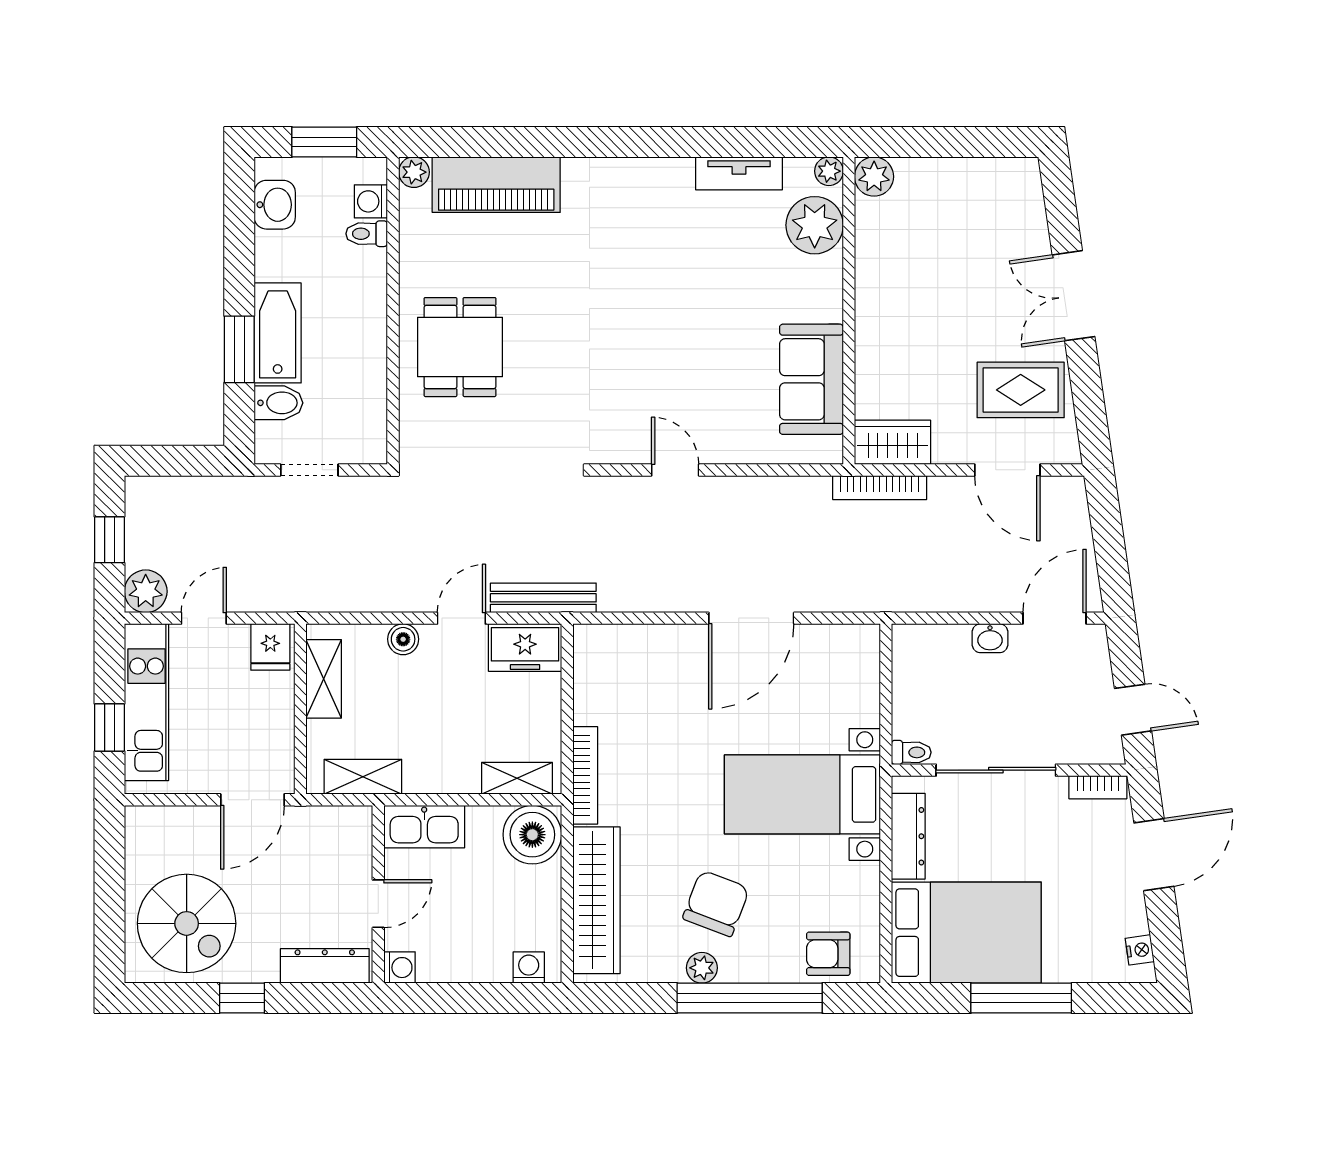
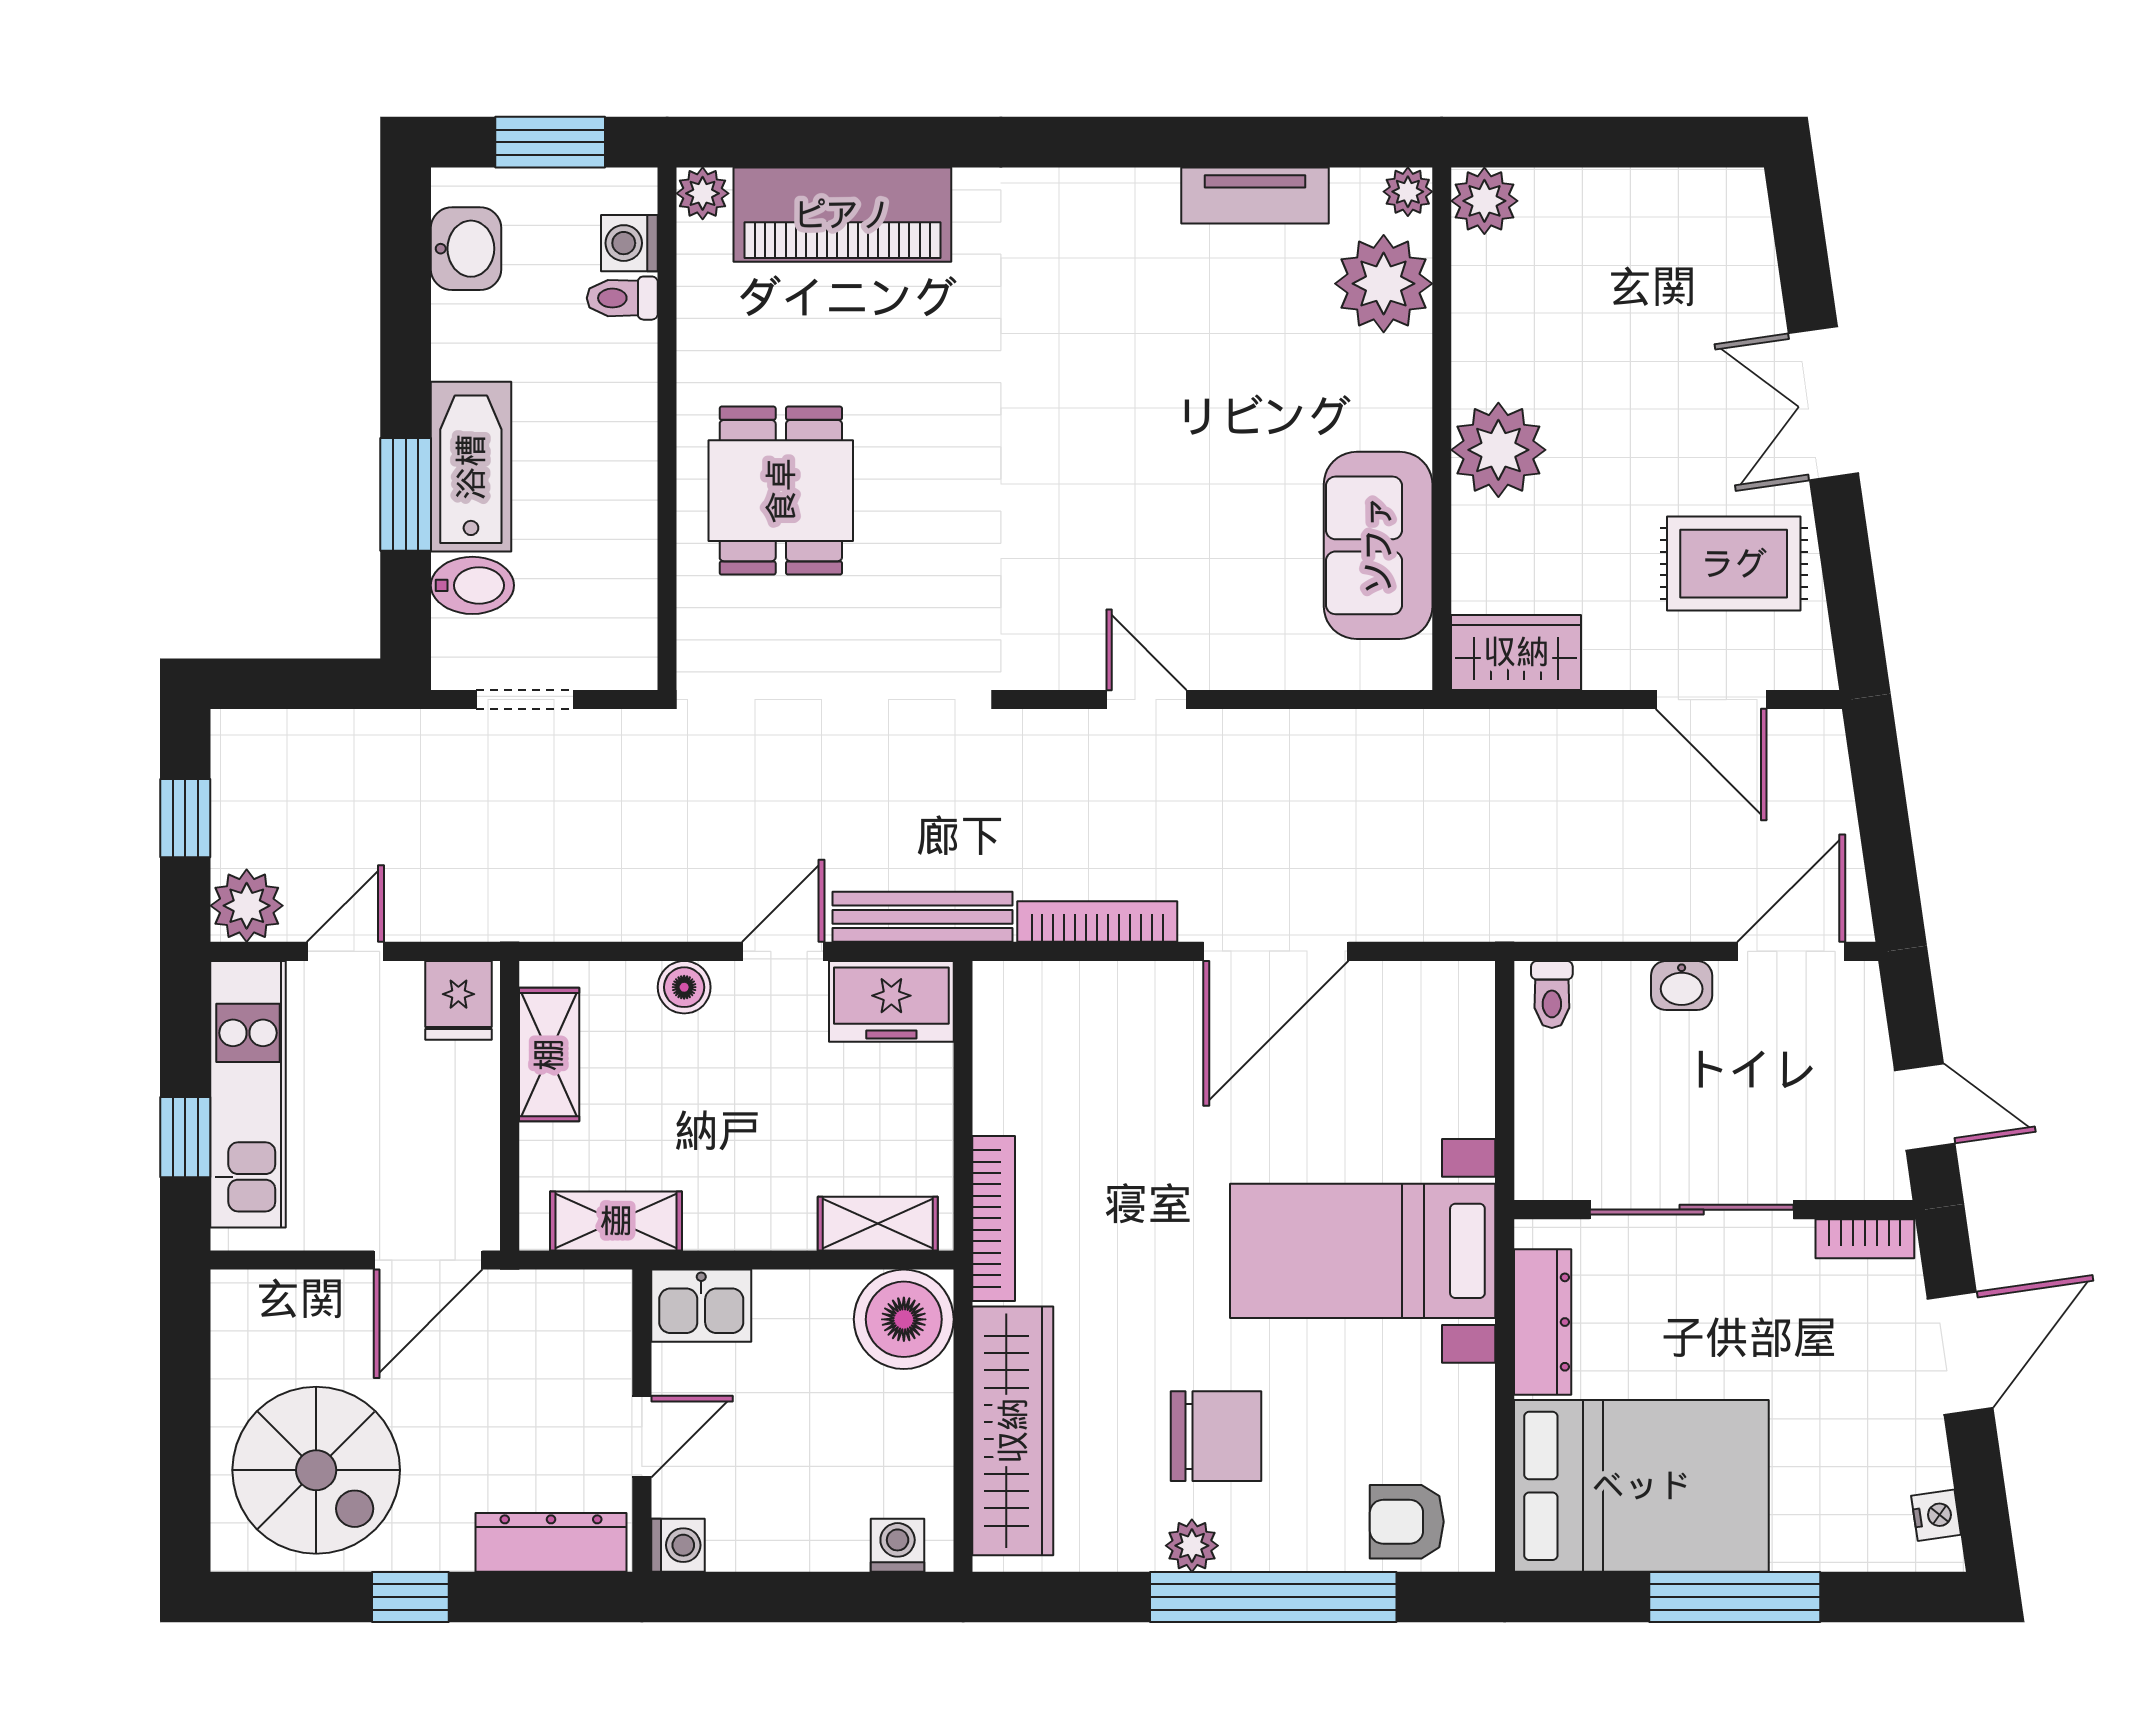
plant: (882, 323) -> (1498, 450), added
bookcase: (880, 488) -> (1097, 922), moved, turned 180
toilet: (911, 752) -> (1552, 995), moved, turned 90
kitchen sink: (424, 827) -> (701, 1306), width x0.73
chair: (716, 903) -> (1216, 1436), turned 69

